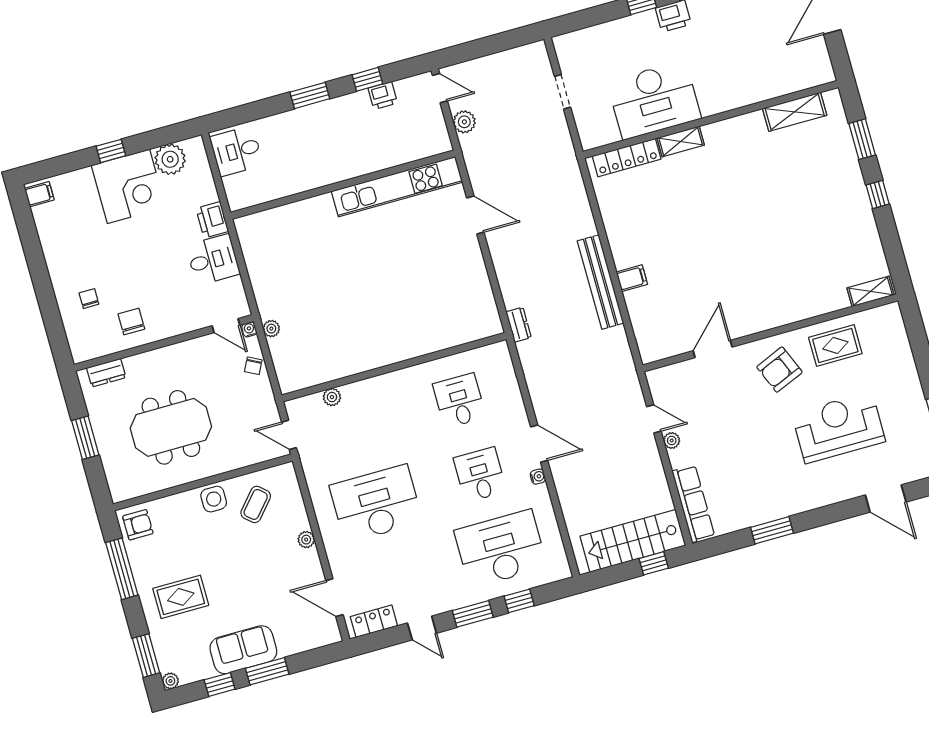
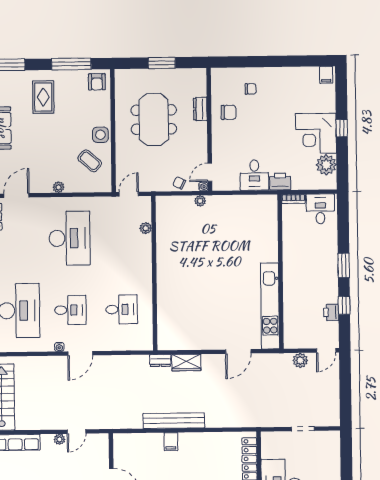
bookcase: (232, 194) -> (293, 199), added
wardrobe: (511, 286) -> (186, 363), added
dresser: (106, 373) -> (200, 109), moved

